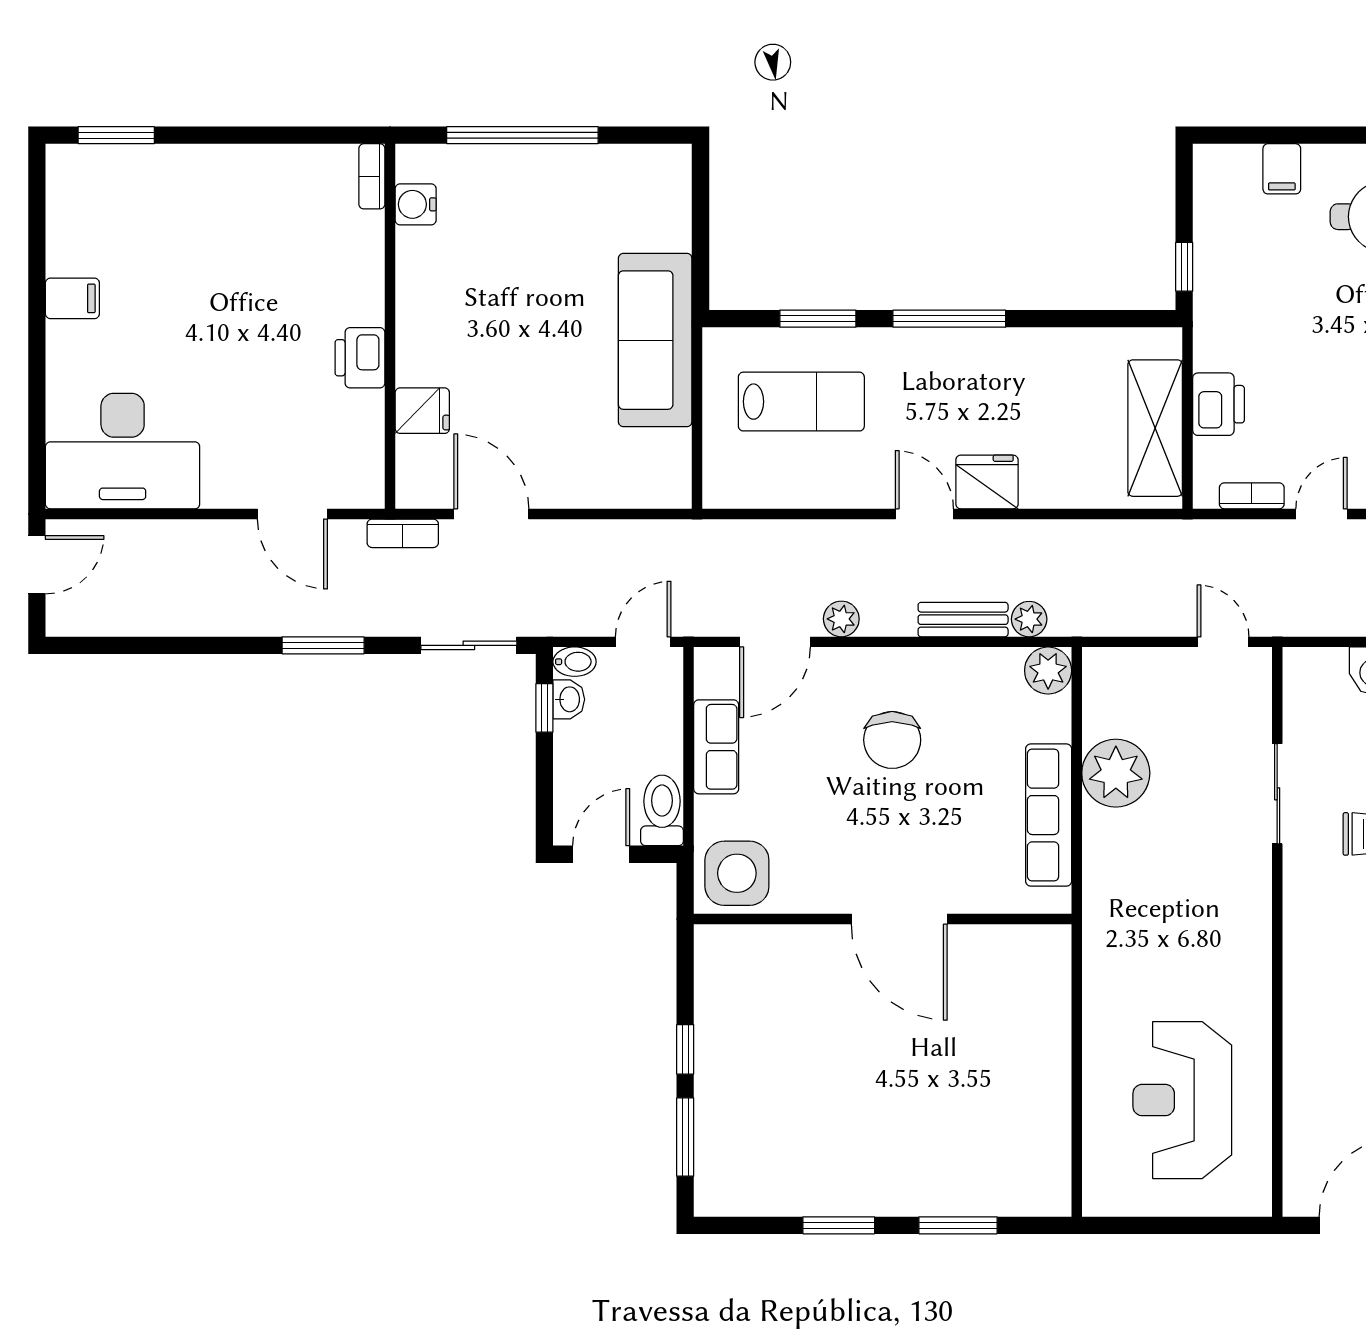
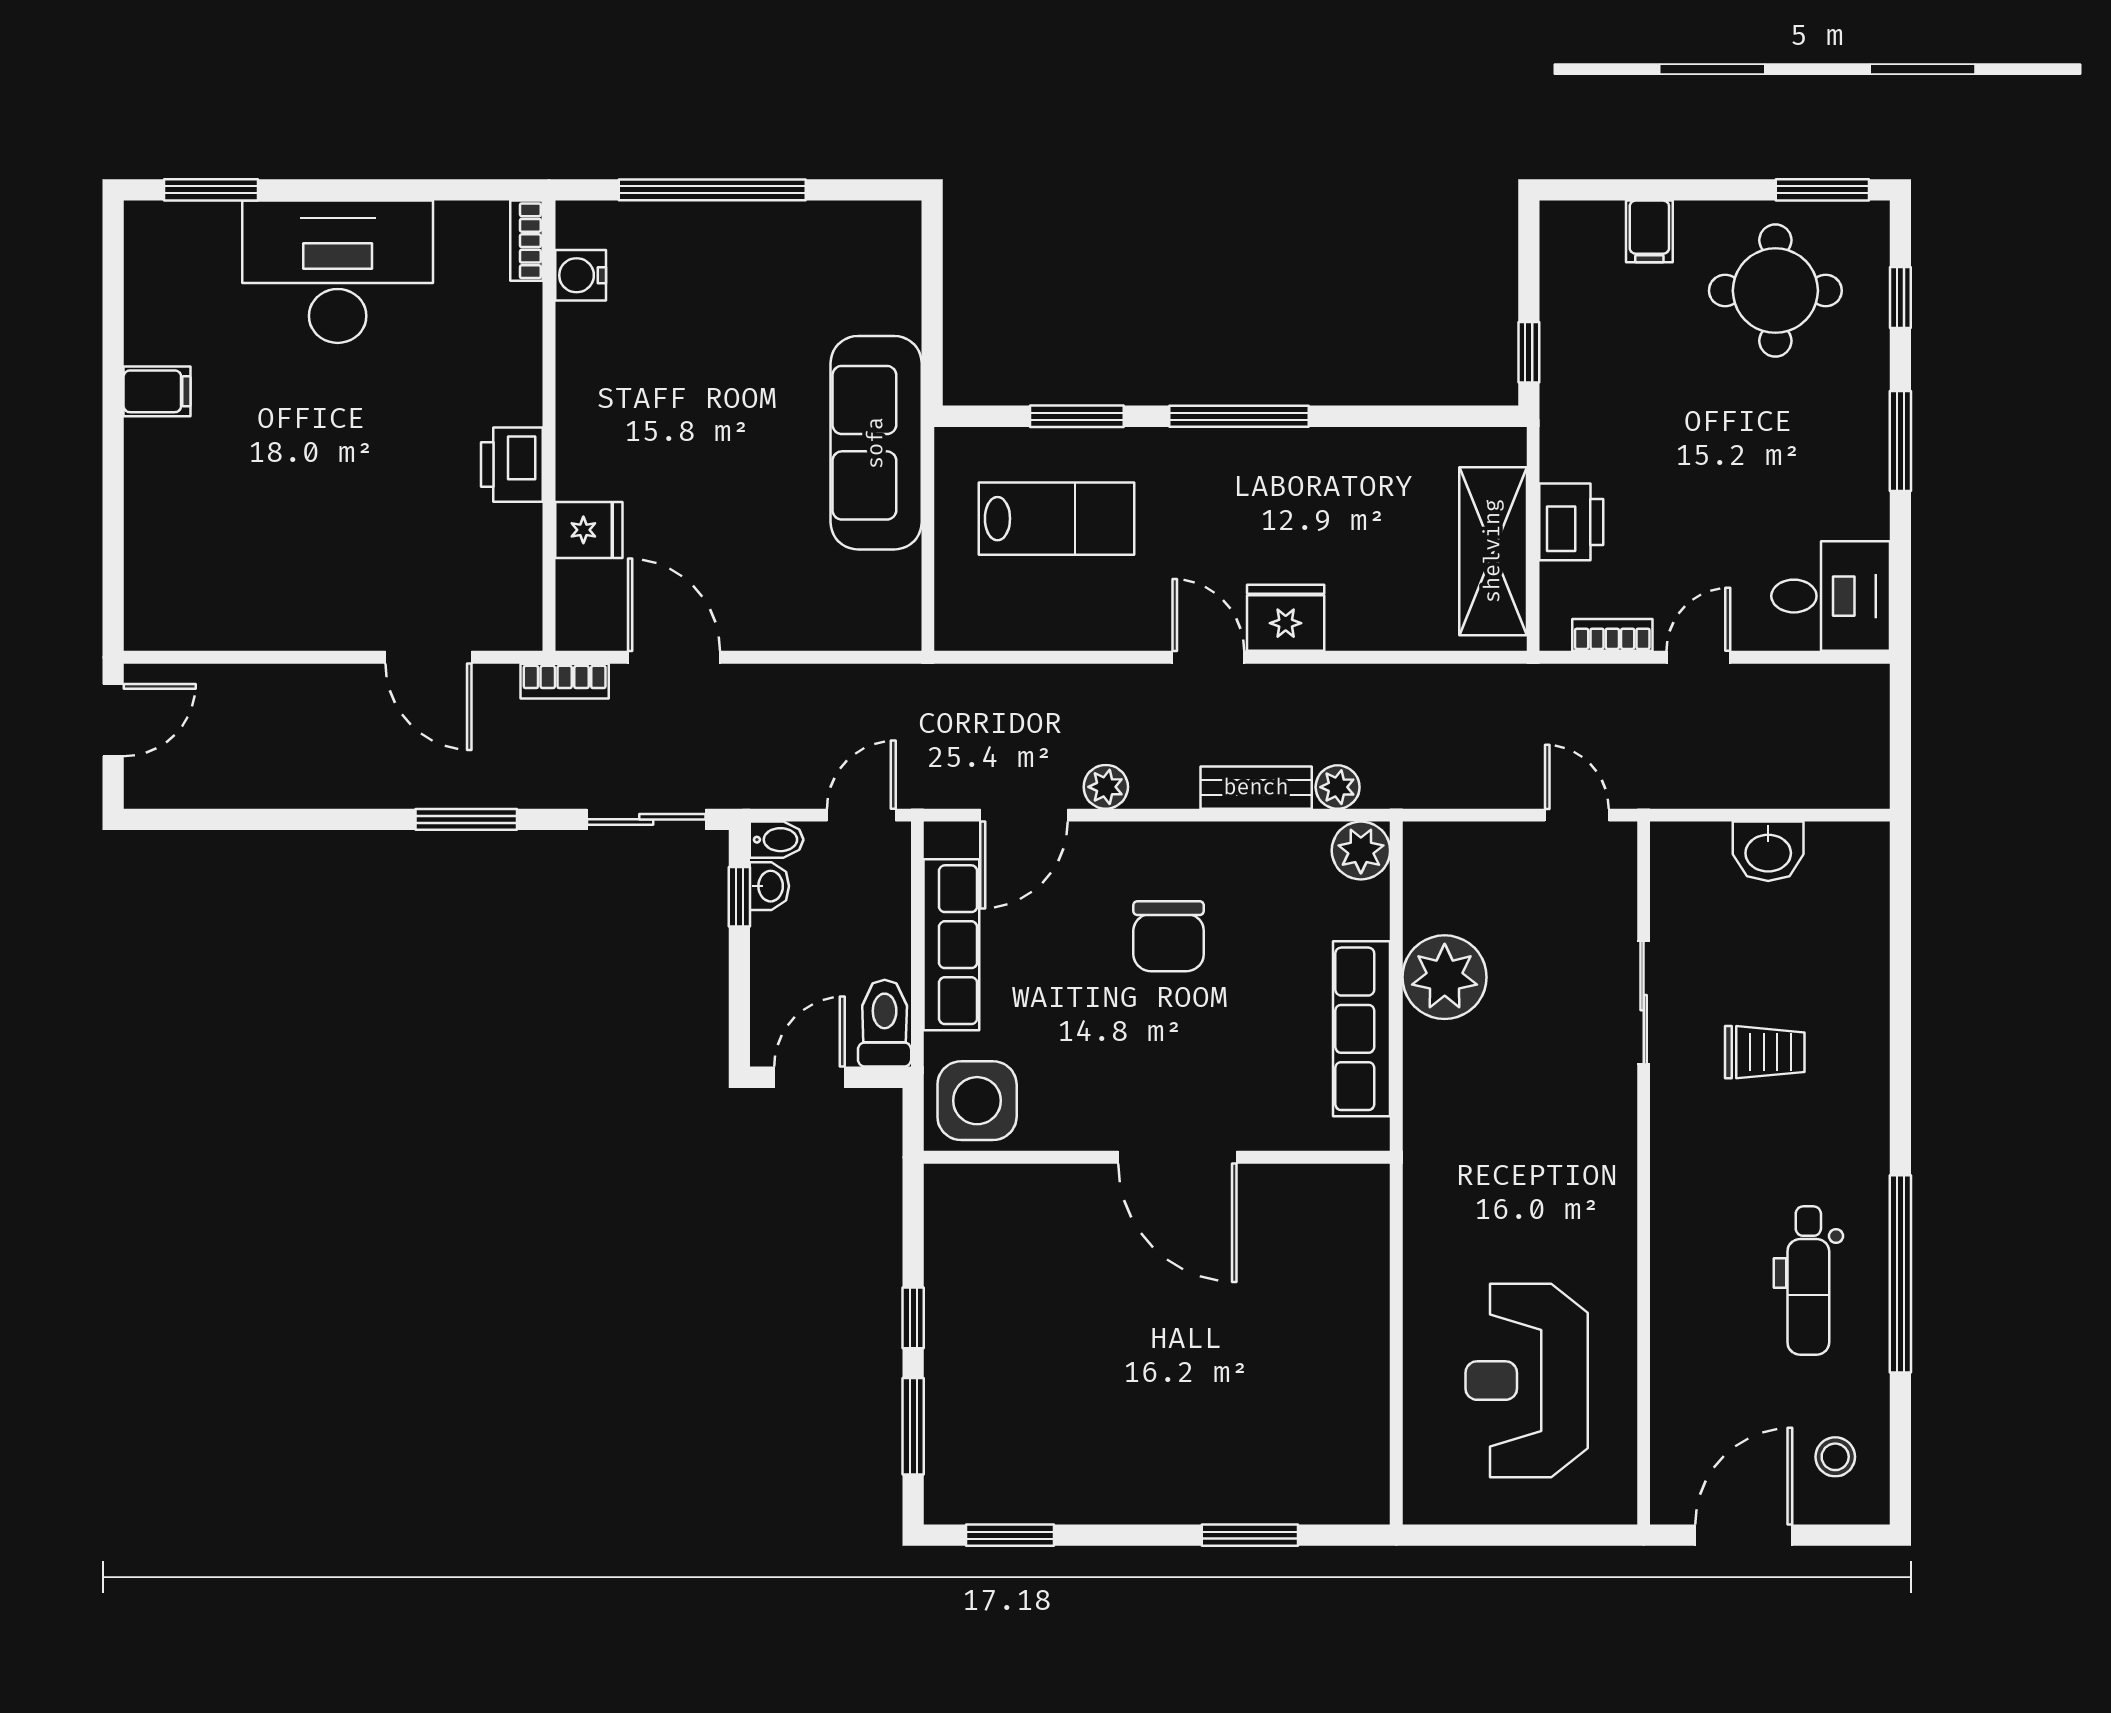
desk: (123, 451) -> (338, 272), moved, turned 180
row of seats: (716, 747) -> (951, 945), width x1.48
window: (839, 1225) -> (1010, 1535), moved

